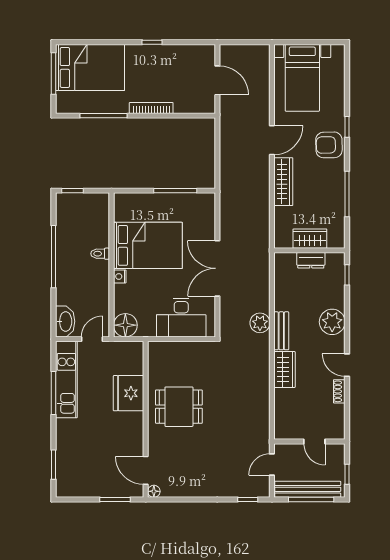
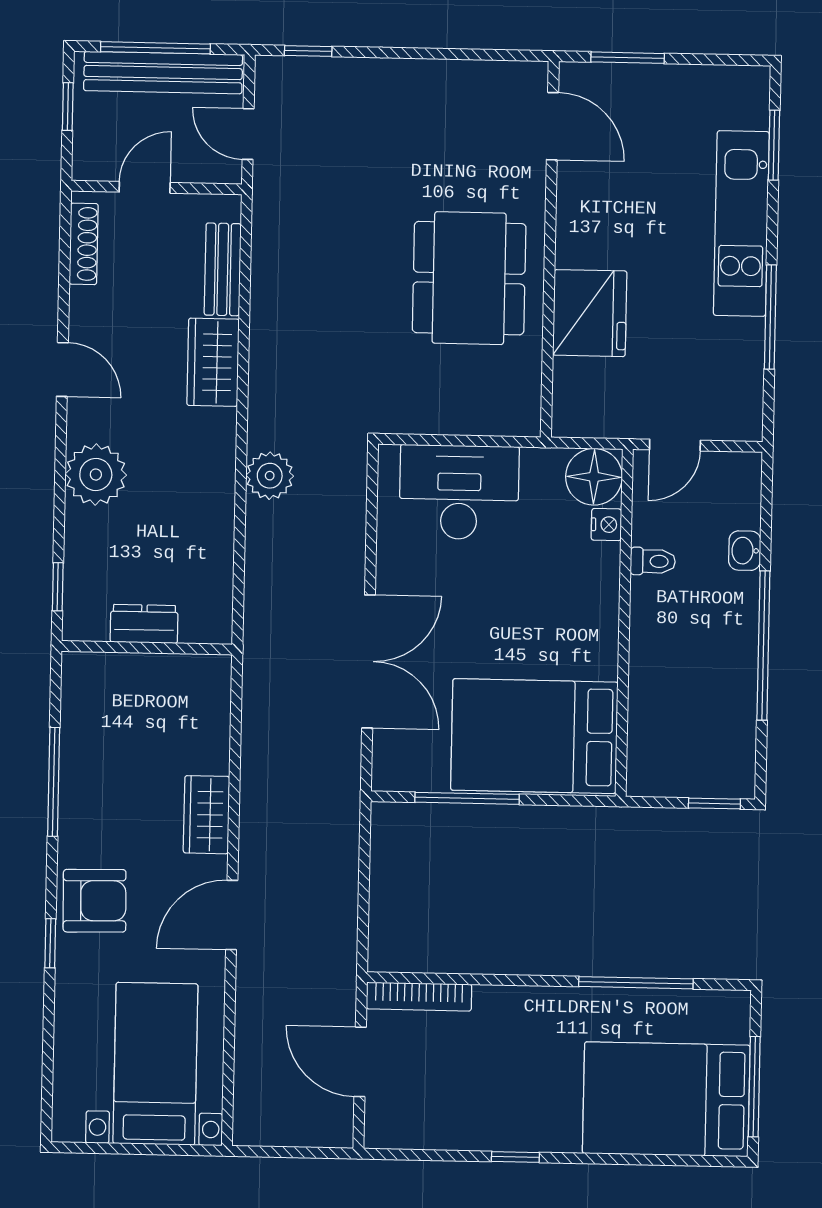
bookcase: (151, 108) -> (419, 997), moved
wardrobe: (283, 182) -> (206, 815), width x0.67
wardrobe: (310, 239) -> (145, 676), removed
bed: (148, 245) -> (534, 736), moved
toilet: (100, 254) -> (653, 561), moved
double door: (217, 268) -> (369, 661), moved
nightstand: (120, 276) -> (606, 525), moved
washbasin: (65, 321) -> (745, 551), moved, width x0.52, depth x0.69
bench: (281, 331) -> (223, 269), moved
kitchen unit: (66, 380) -> (741, 224), moved
shoe rack: (339, 391) -> (84, 244), moved, width x1.43
dining table: (179, 407) -> (469, 278), width x1.38
door: (314, 442) -> (145, 187), hinge flipped
door: (272, 465) -> (248, 134), swing flipped
floor lamp: (154, 491) -> (534, 75), removed

